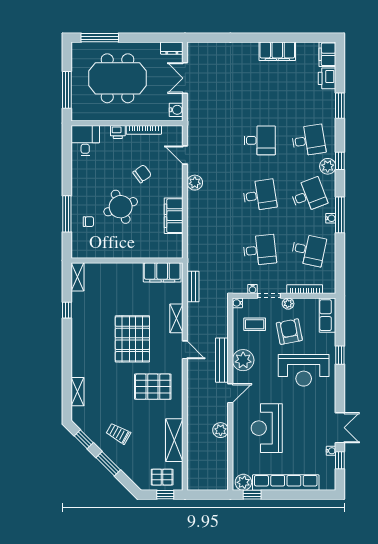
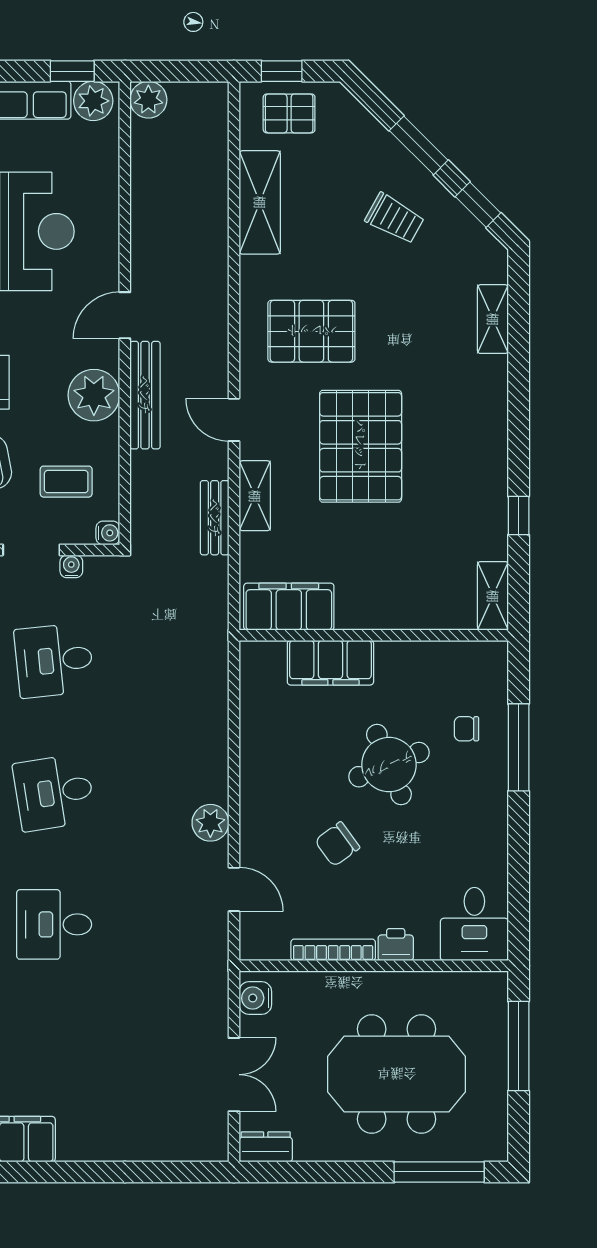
filing cabinet: (174, 216) -> (330, 663), moved, turned 90
bench: (193, 287) -> (215, 518), moved
plant: (221, 430) -> (148, 100), moved

